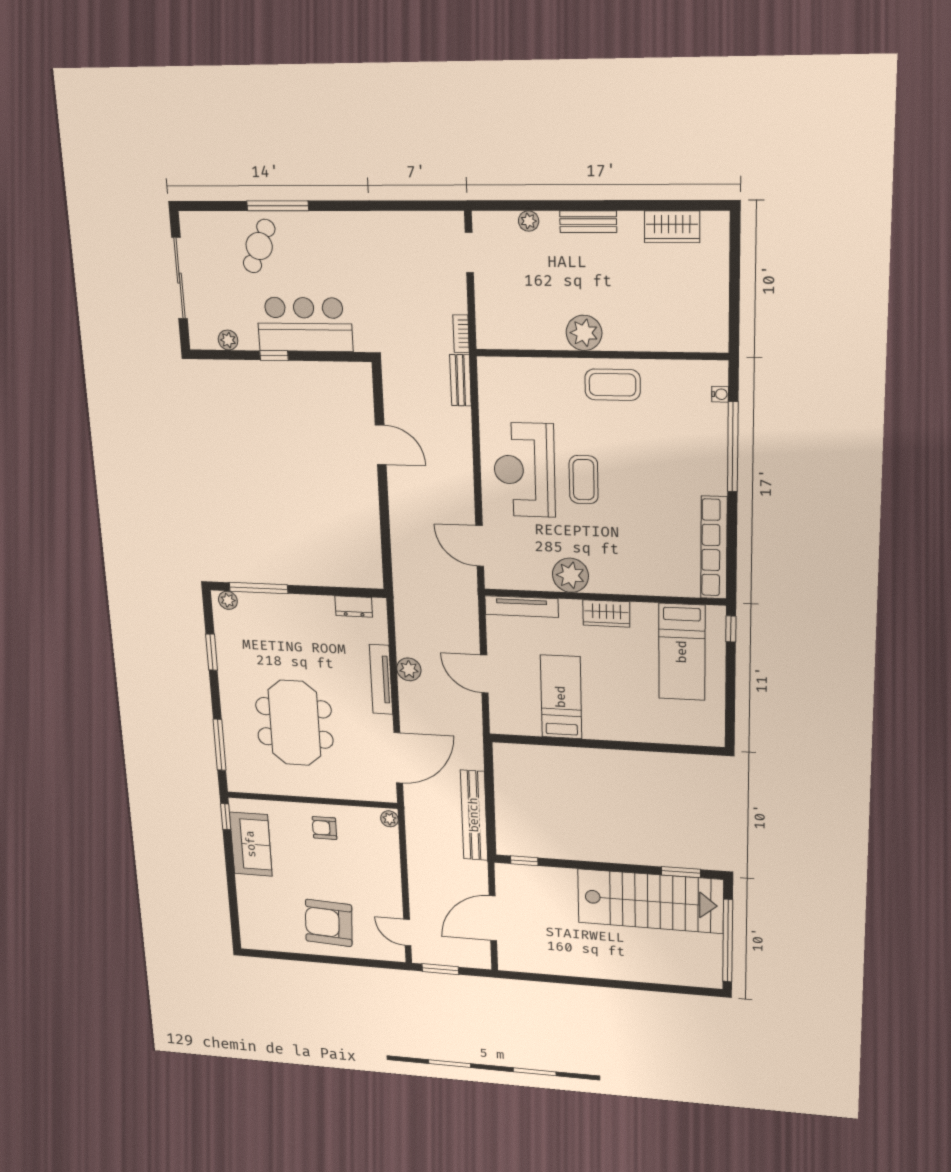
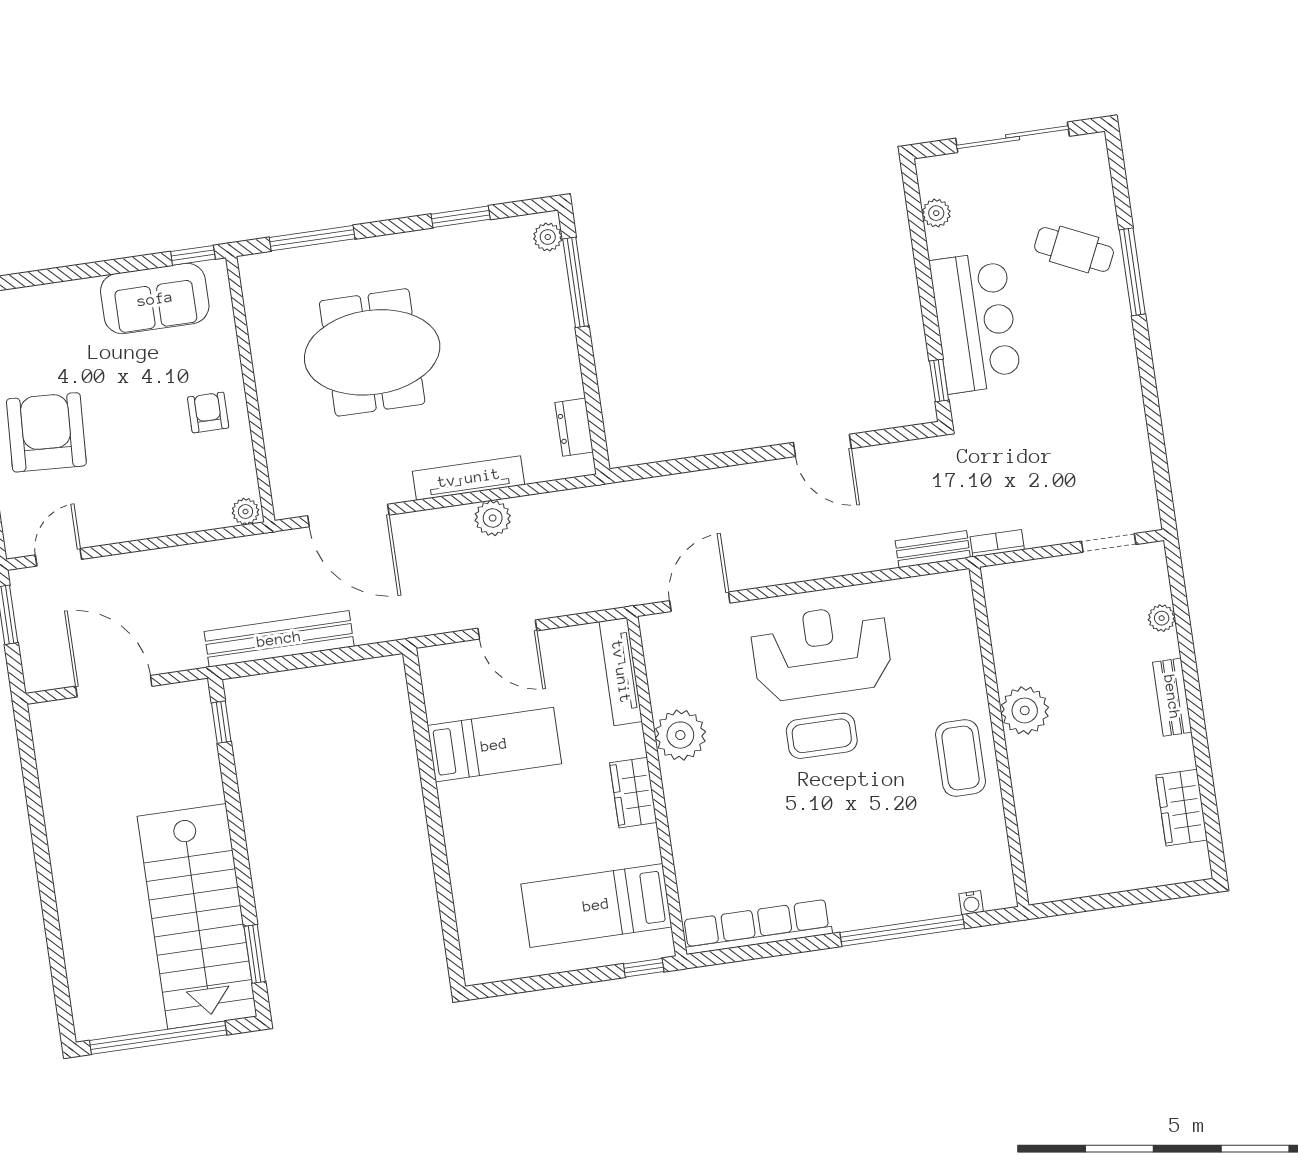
window: (274, 356) -> (939, 381), moved
door: (381, 445) -> (822, 445), hinge flipped
door: (484, 674) -> (507, 630), swing flipped

